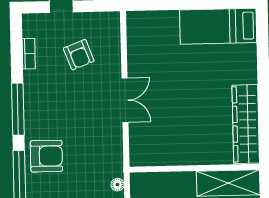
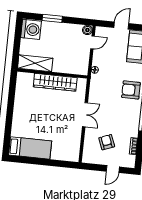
double door: (125, 100) -> (85, 115), swing flipped
wardrobe: (246, 124) -> (55, 82), moved, turned 90

